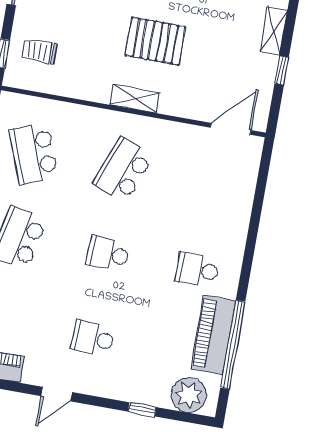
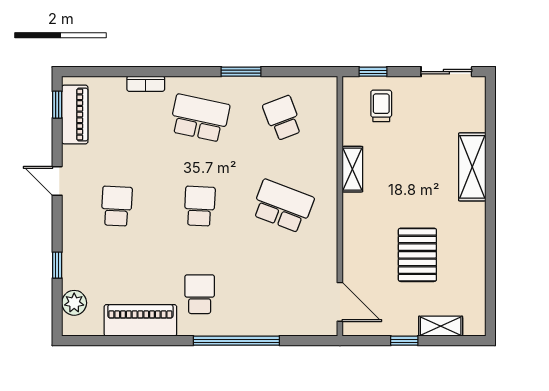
pallet: (155, 41) -> (417, 255), moved
shelving: (135, 99) -> (352, 169), moved
school desk: (34, 154) -> (283, 118), width x0.54
window: (233, 345) -> (236, 341), moved
plant: (189, 395) -> (74, 303), width x0.73, depth x0.73

